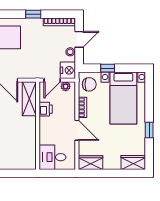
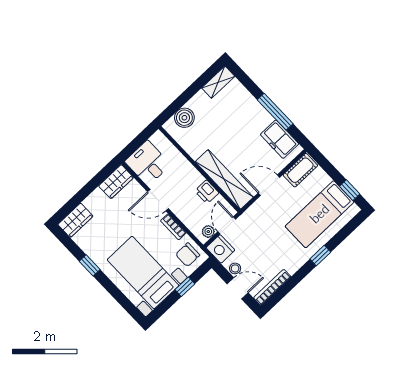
window: (33, 14) -> (320, 256), moved
door: (79, 39) -> (238, 288), swing flipped
shelving: (29, 99) -> (224, 179), width x1.47
desk: (52, 157) -> (148, 163), moved, turned -90
boiler: (19, 162) -> (184, 118), added

